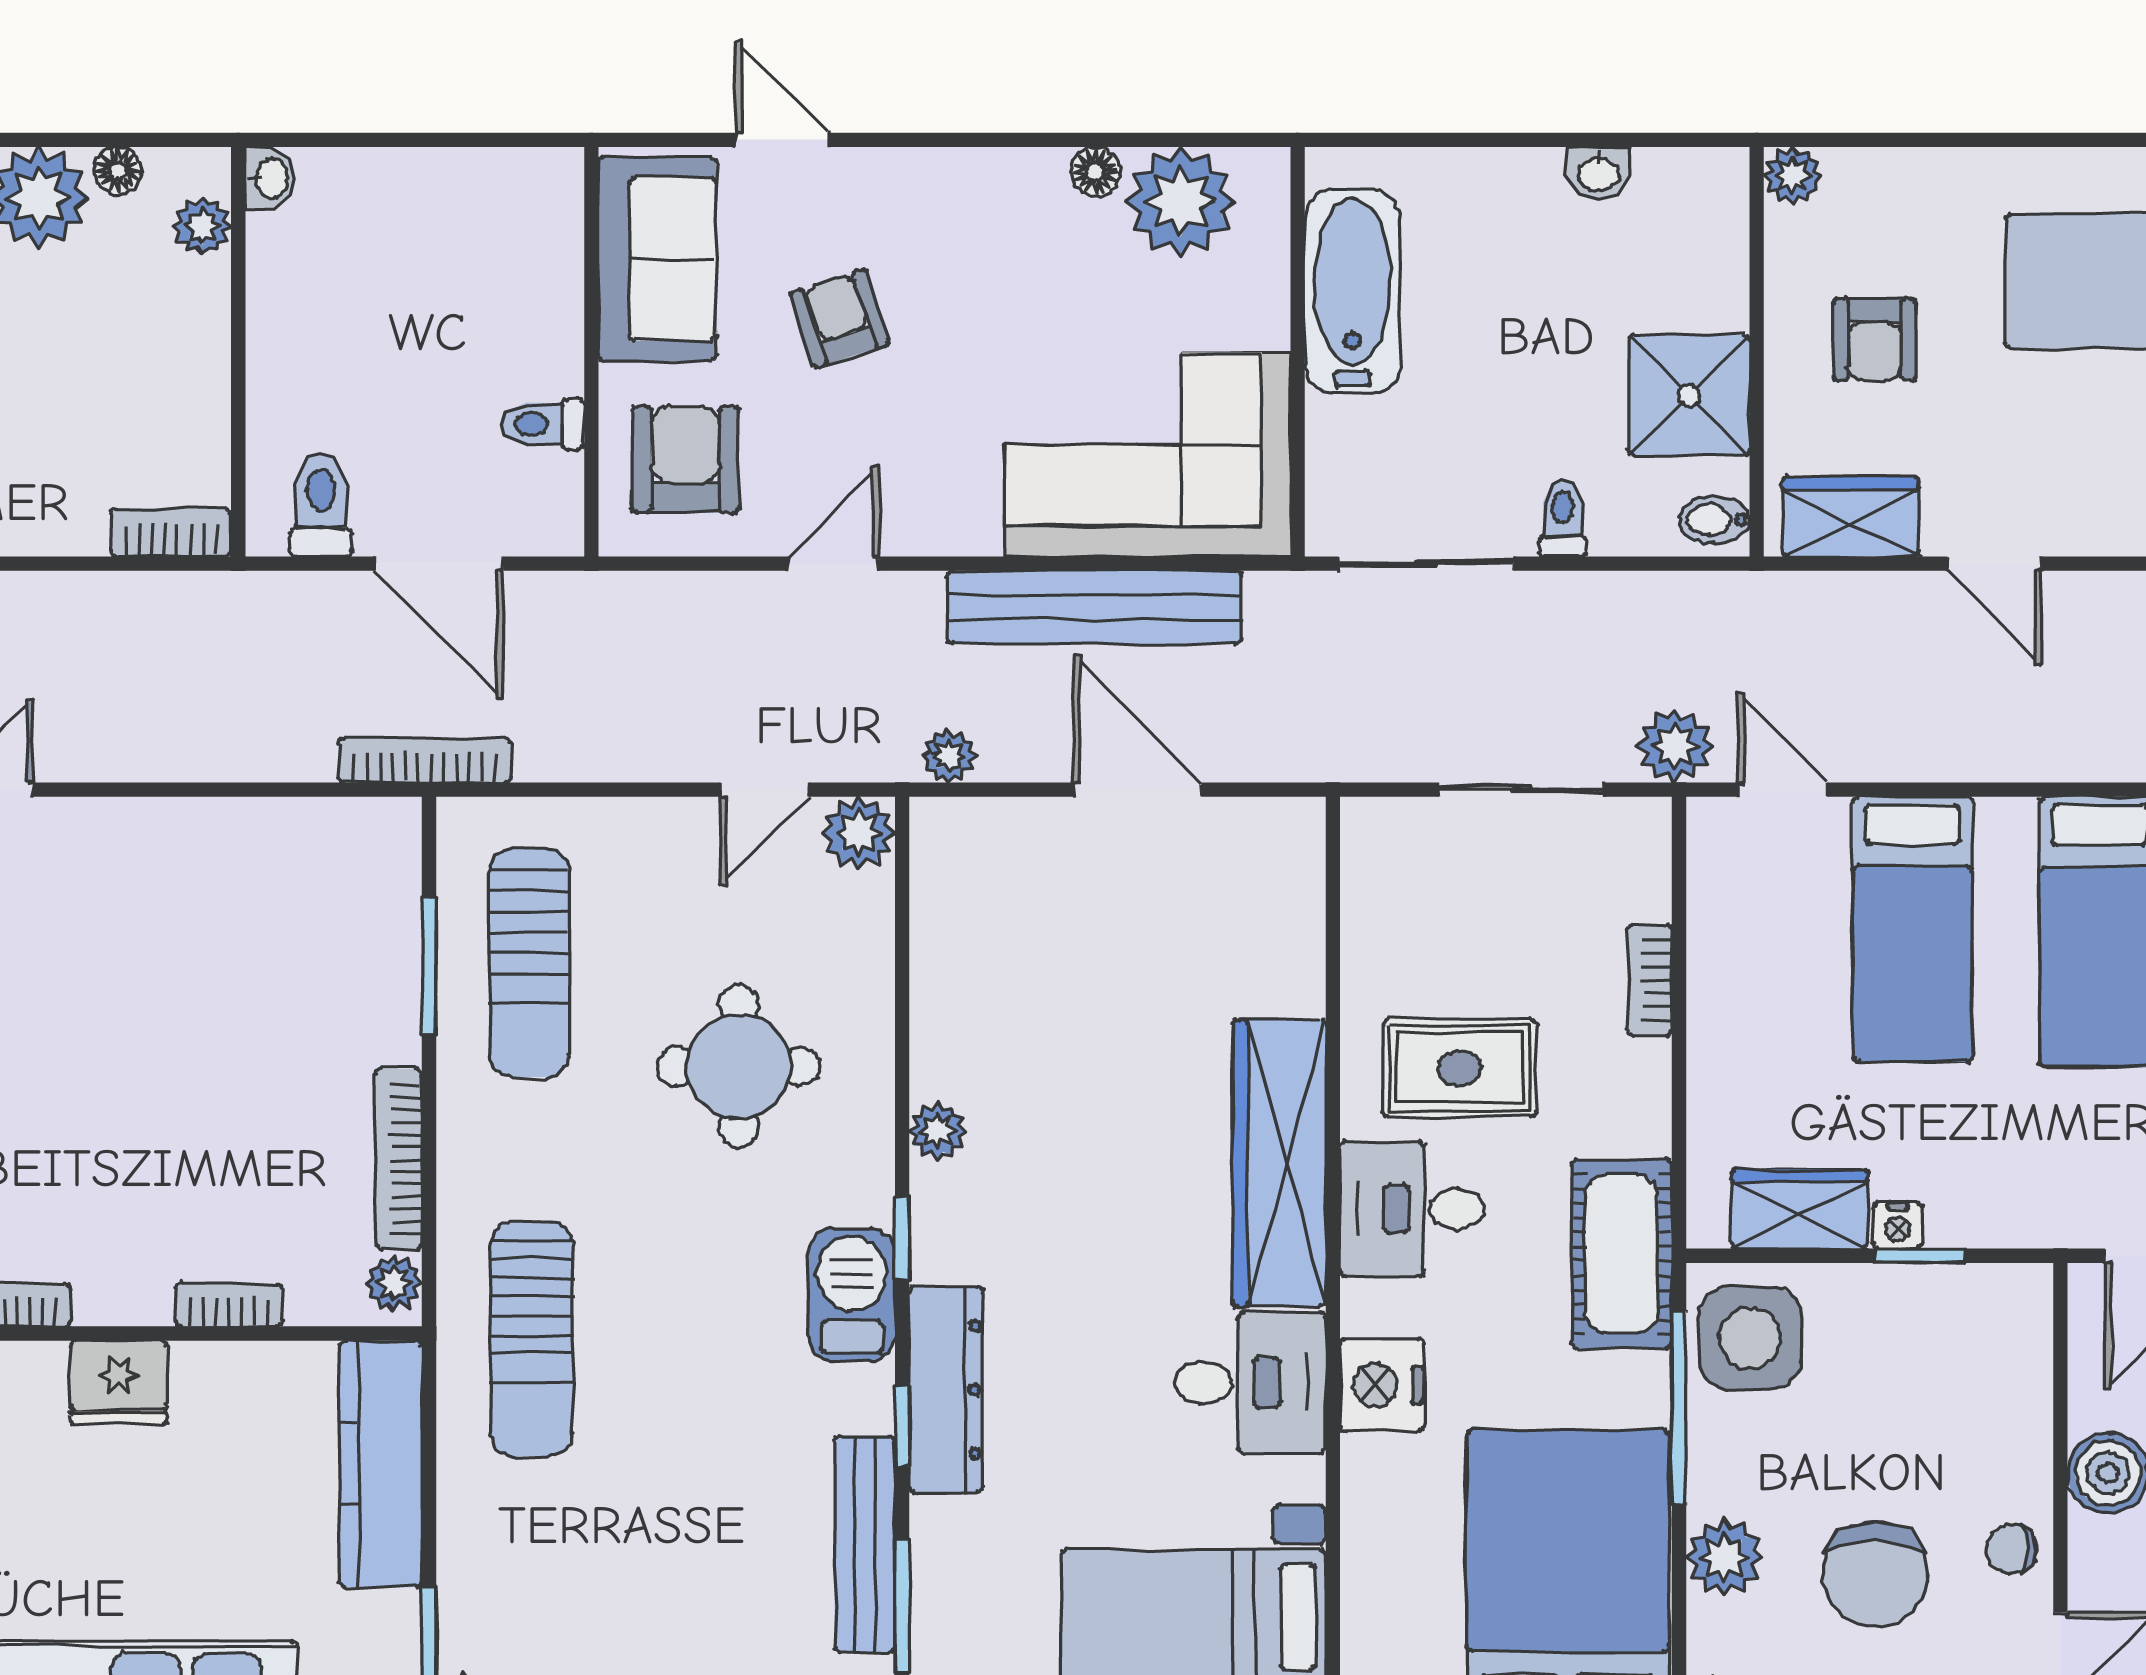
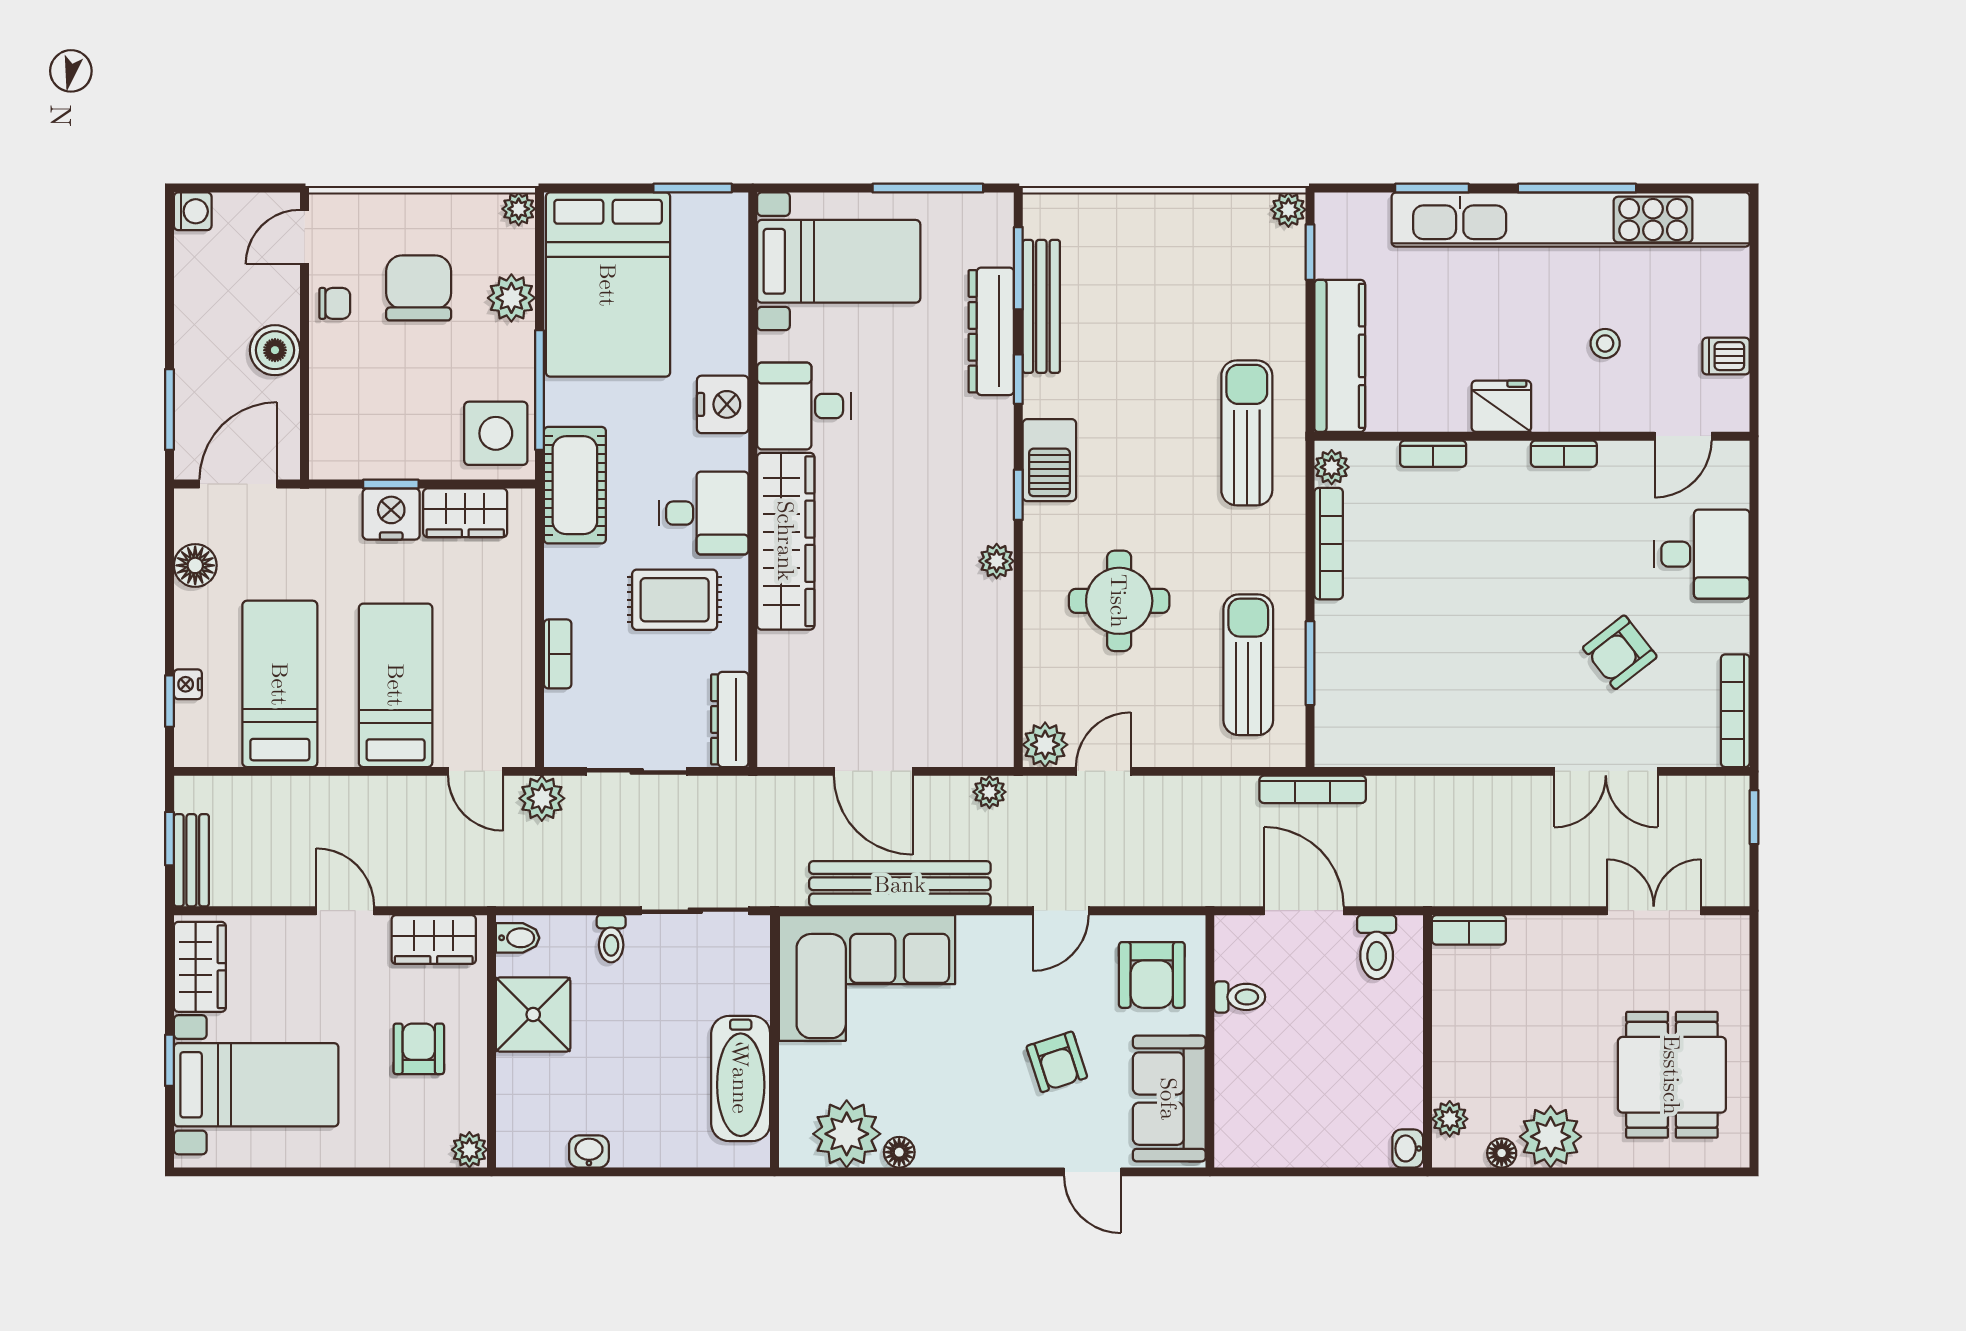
dresser: (1370, 874) -> (730, 719), added
nightstand: (1898, 1226) -> (391, 514), width x1.89, depth x1.79
dresser: (946, 1390) -> (991, 331), moved

